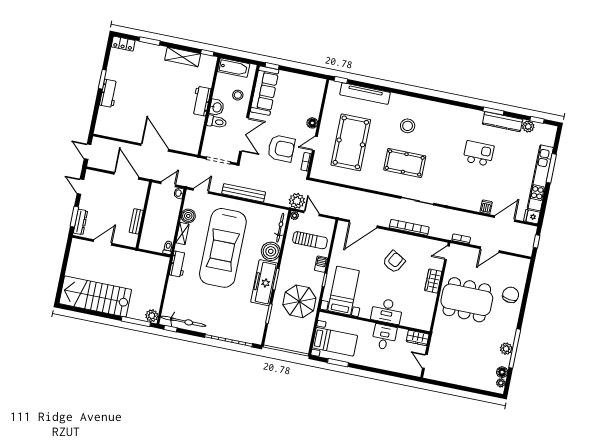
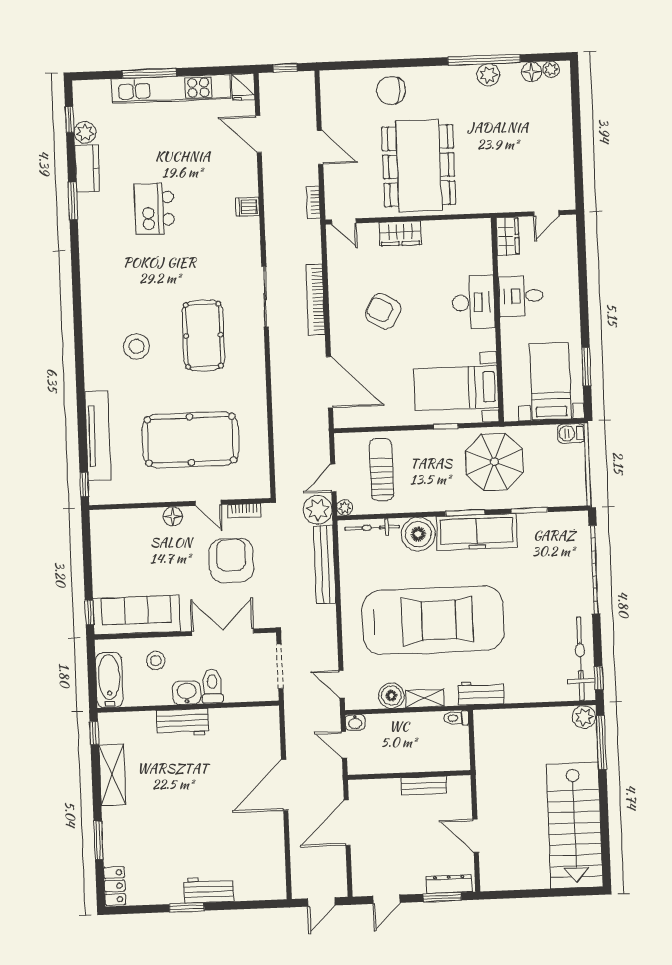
kitchen counter: (502, 122) -> (87, 168), width x0.67
bench: (244, 193) -> (325, 565), moved
dishwasher: (486, 207) -> (247, 207), moved
barbecue: (321, 264) -> (571, 433), moved

